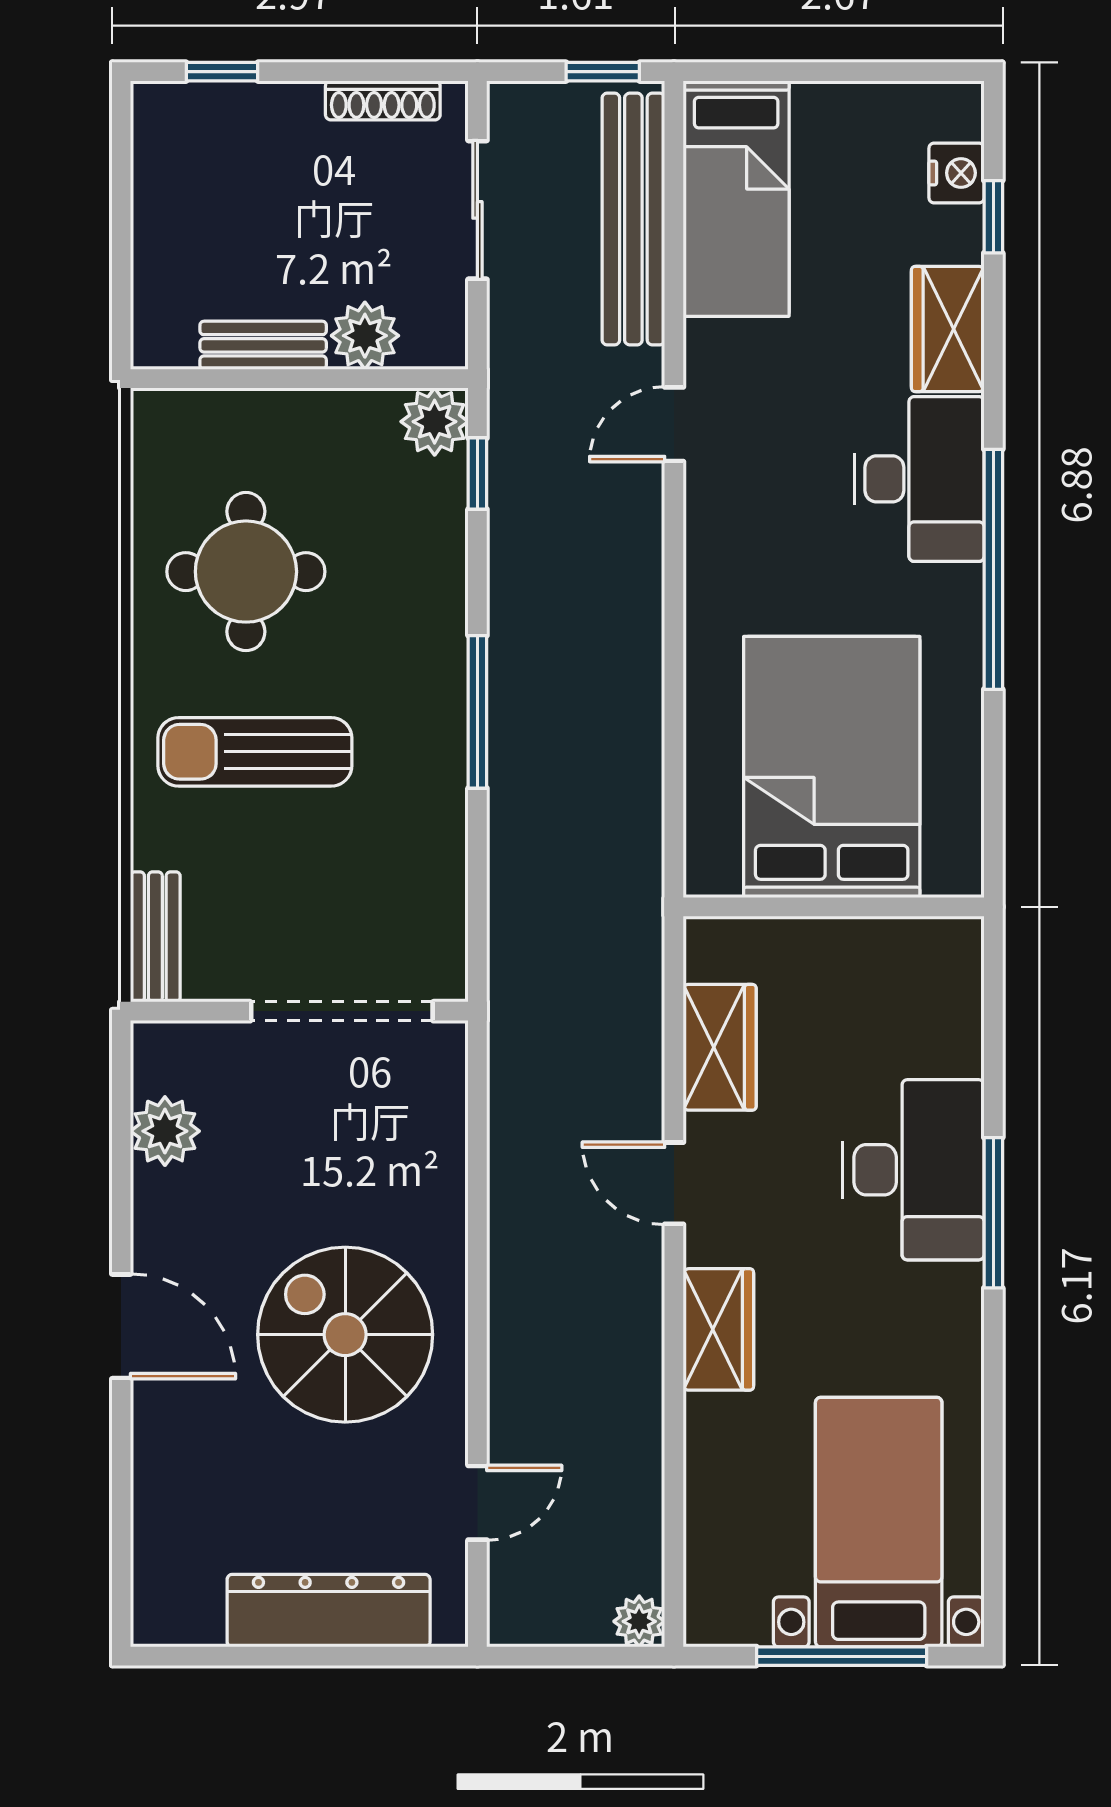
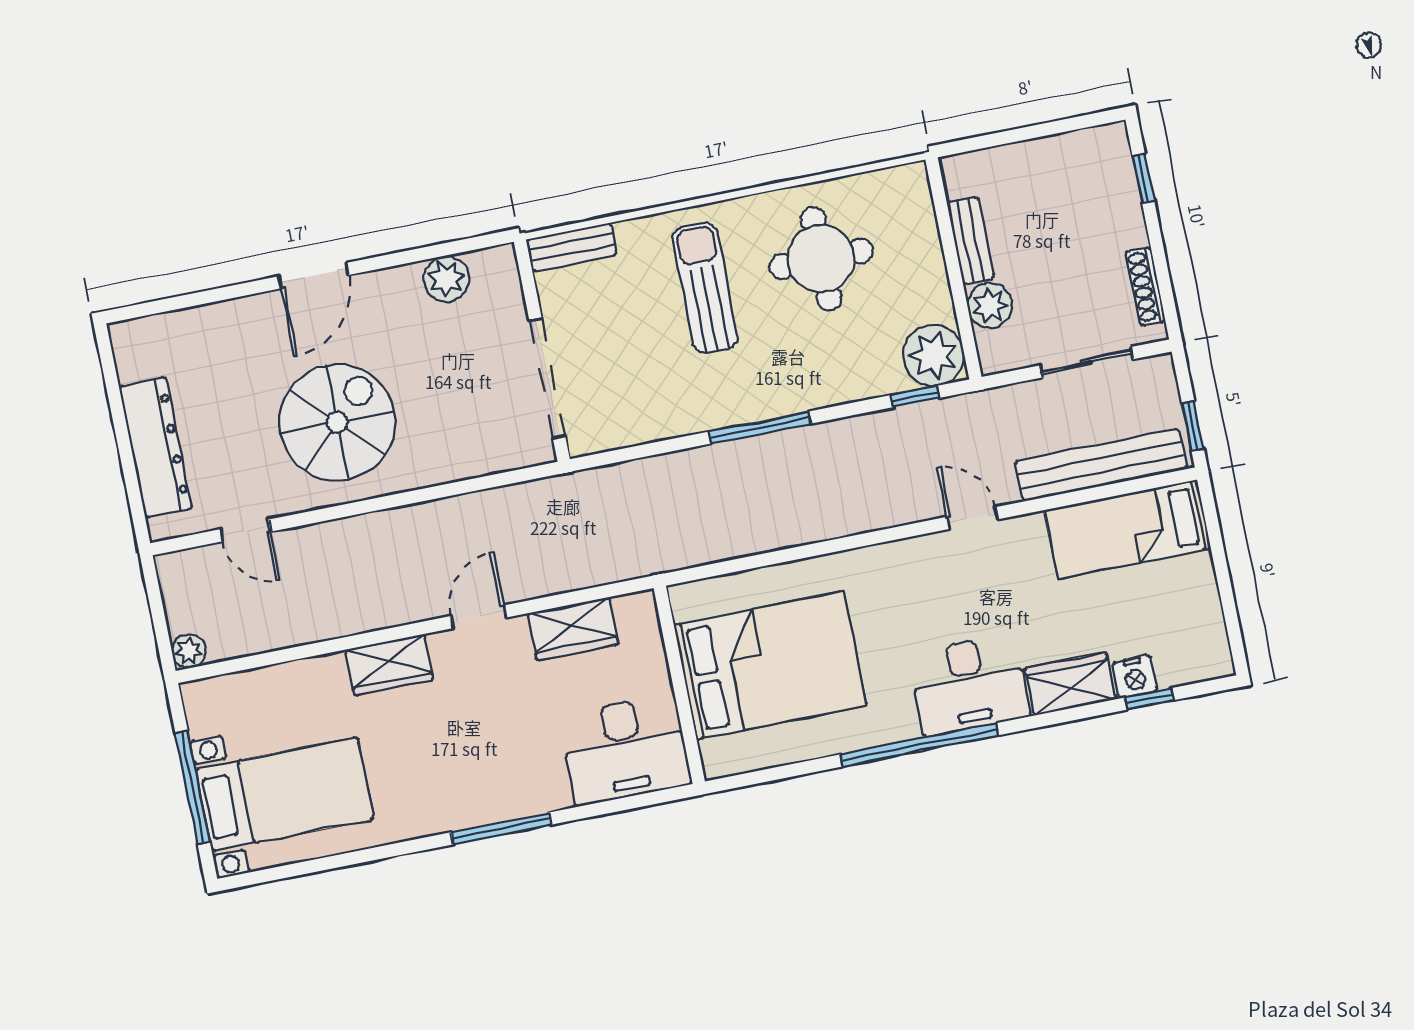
nightstand: (957, 173) -> (1135, 677), moved
plant: (435, 422) -> (934, 355), width x1.36, depth x1.36
desk: (913, 1170) -> (625, 750), moved

